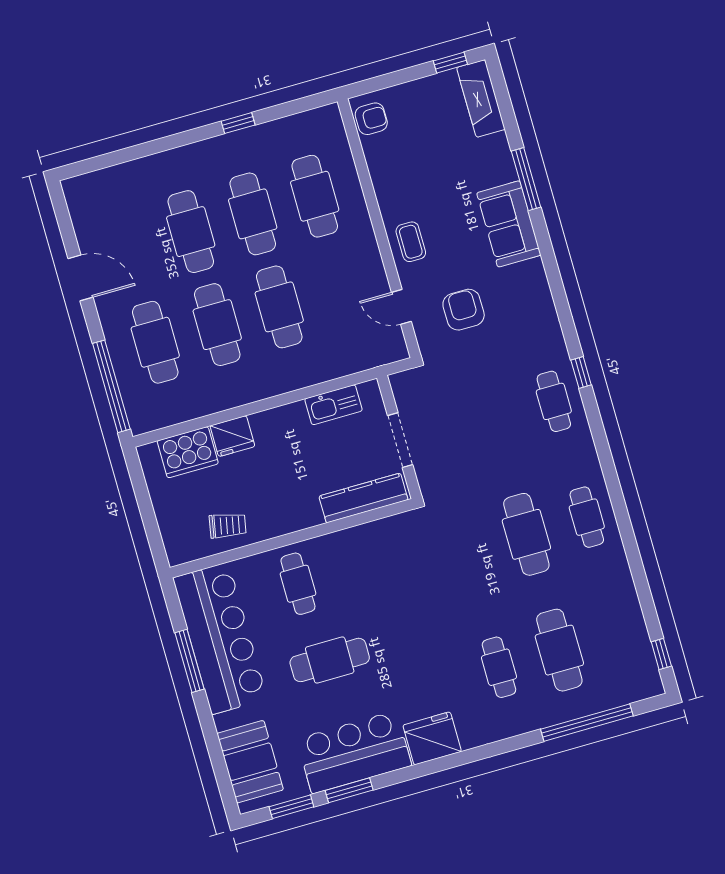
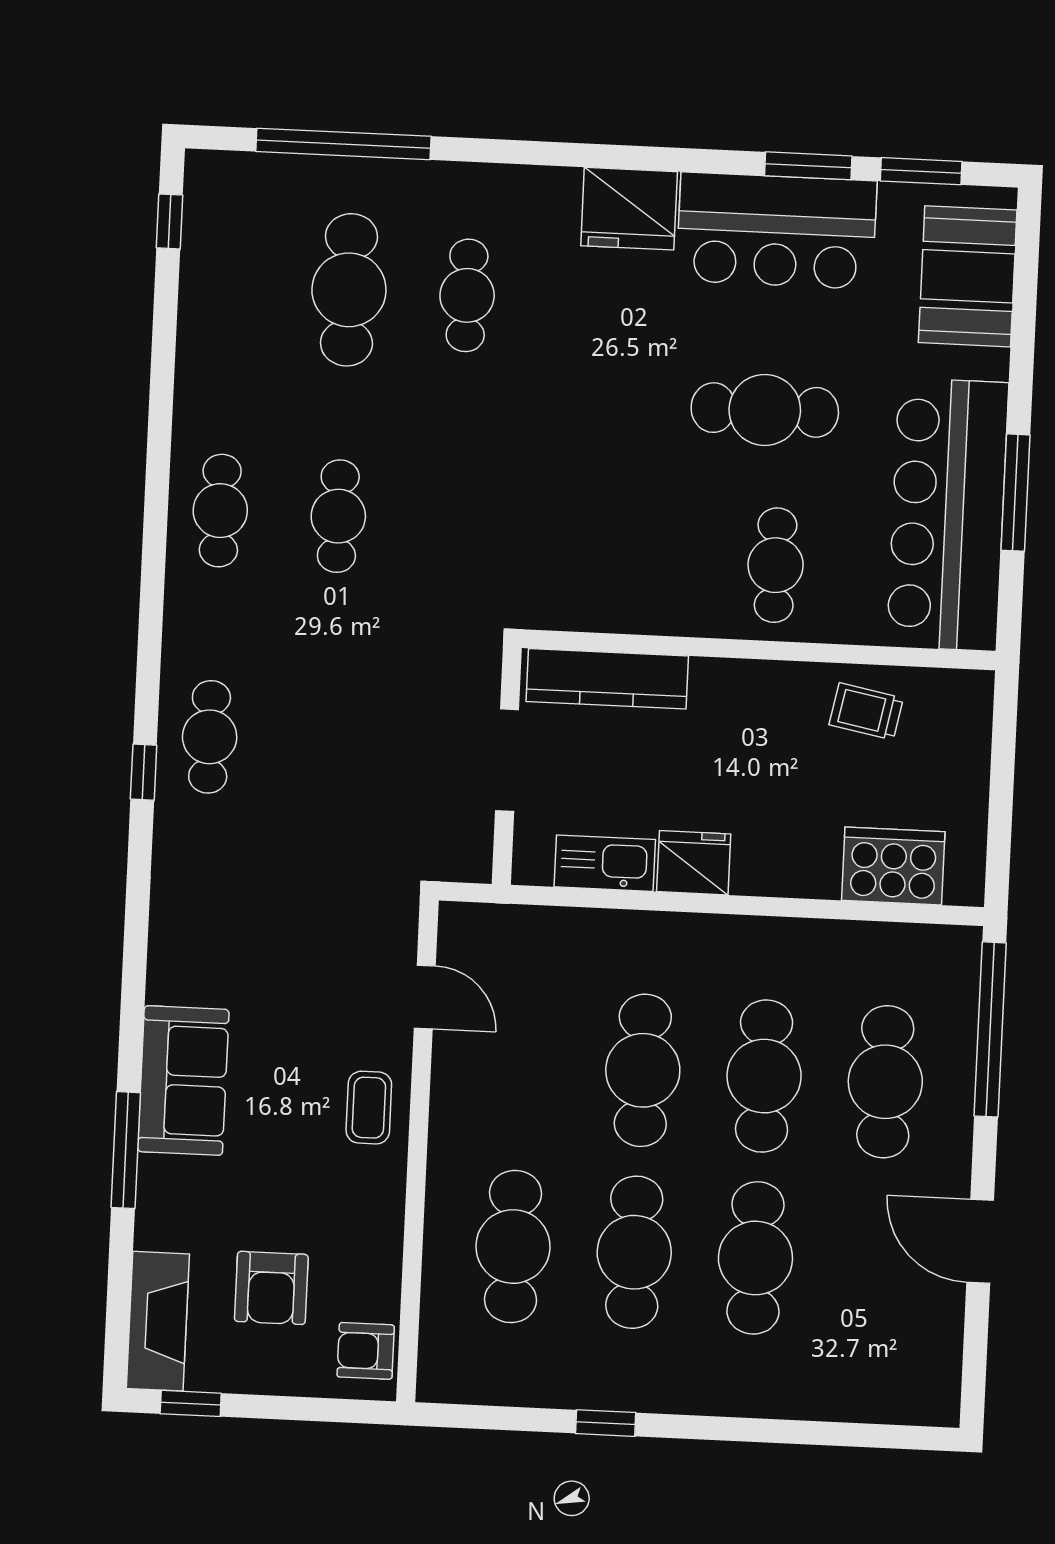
armchair: (464, 310) -> (271, 1288), moved
fridge: (232, 436) -> (694, 863), moved
cafe table: (526, 534) -> (338, 516), width x0.73, depth x0.74

